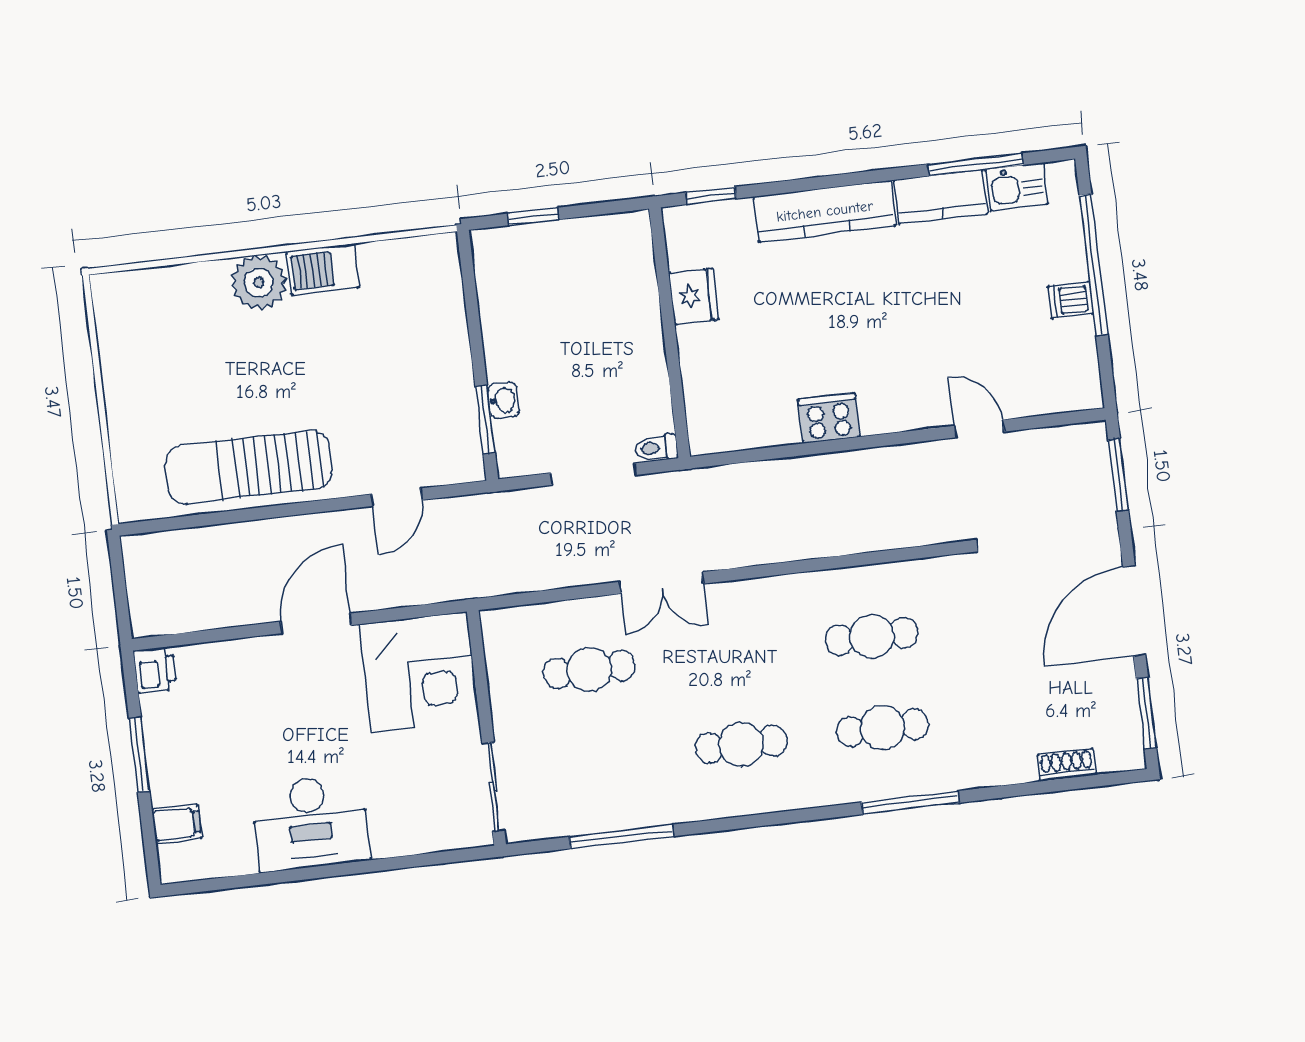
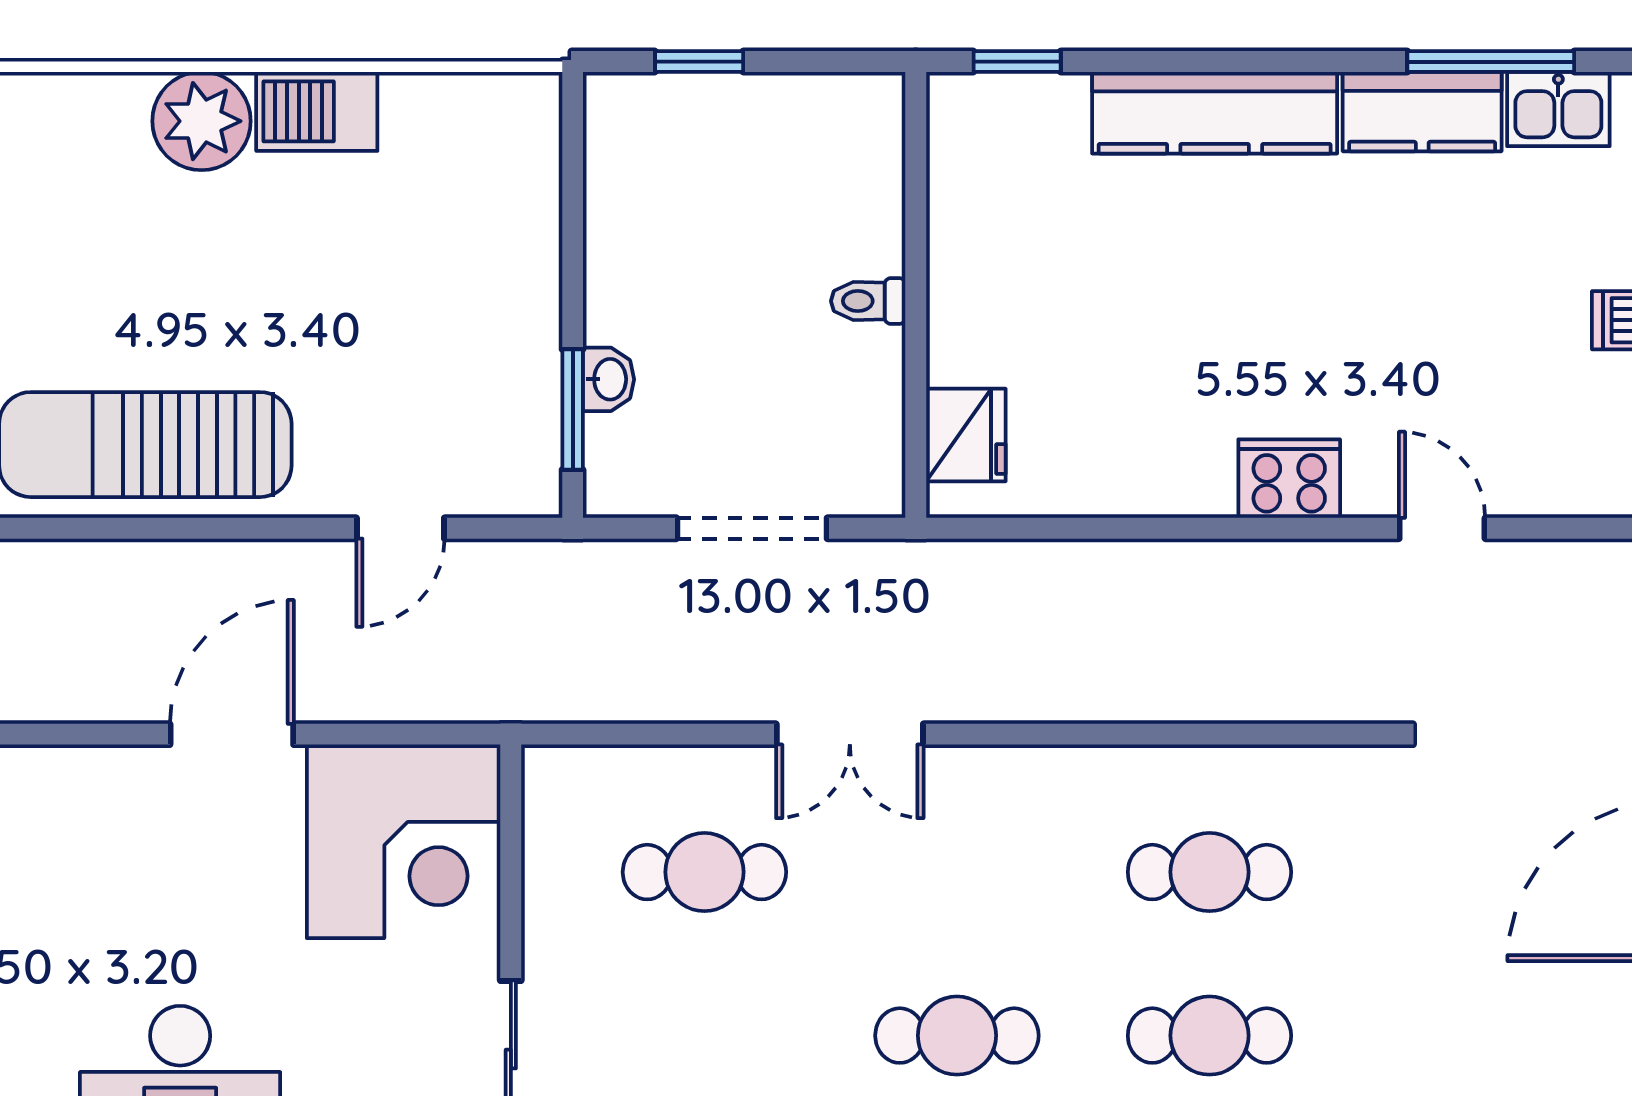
fridge: (694, 296) -> (966, 435), moved
cooker: (829, 418) -> (1289, 479), moved
toilet: (656, 448) -> (868, 301), moved

